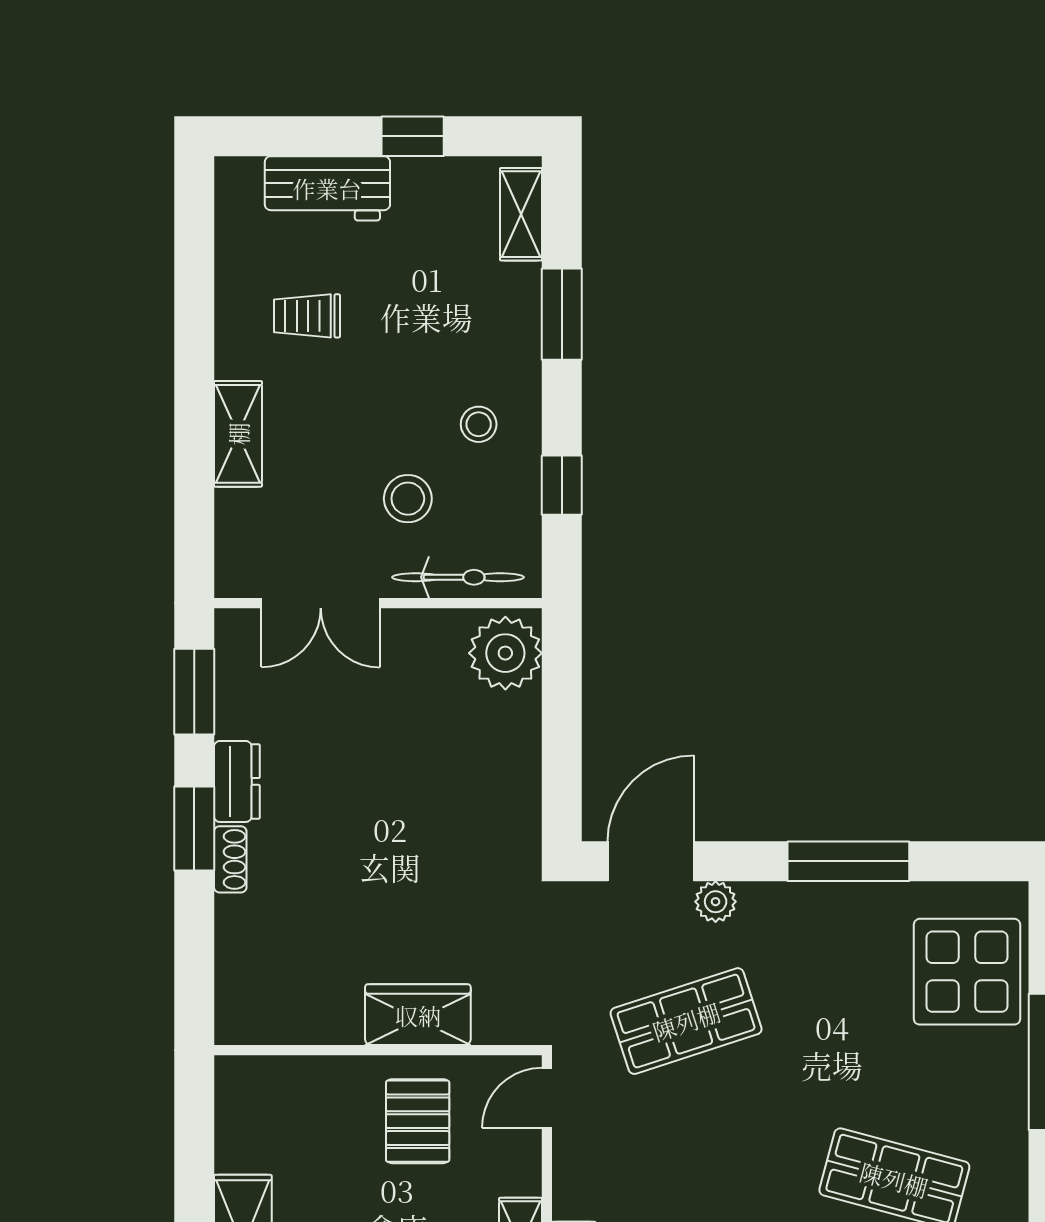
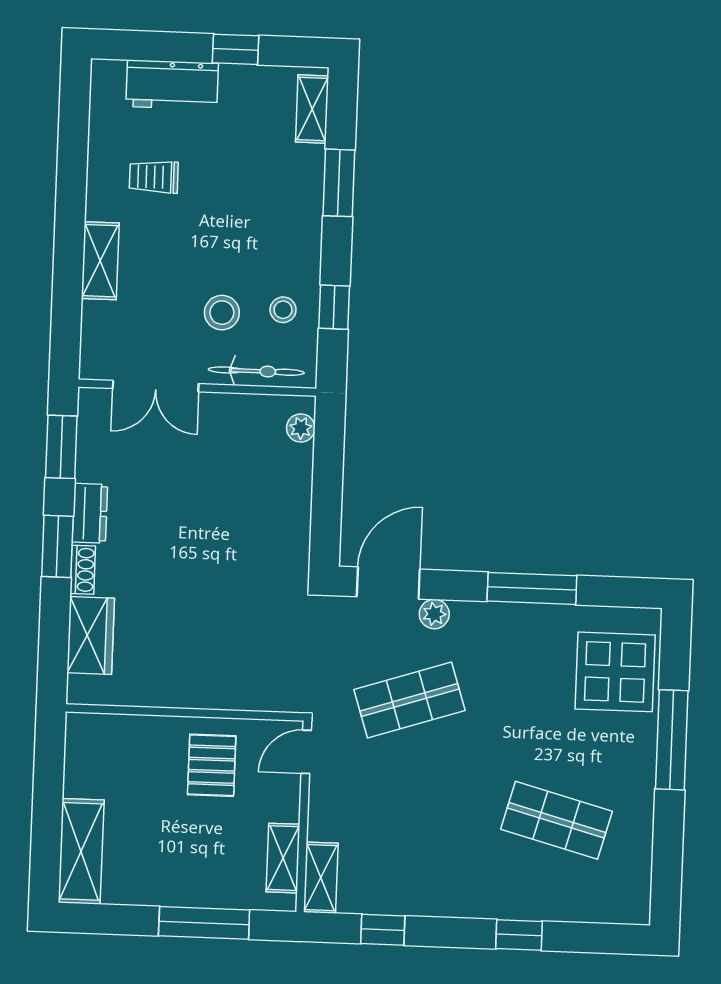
stool: (479, 424) -> (283, 310), moved
plant: (505, 653) -> (301, 428), width x0.53, depth x0.53
wardrobe: (418, 1015) -> (91, 636), moved, turned 90

